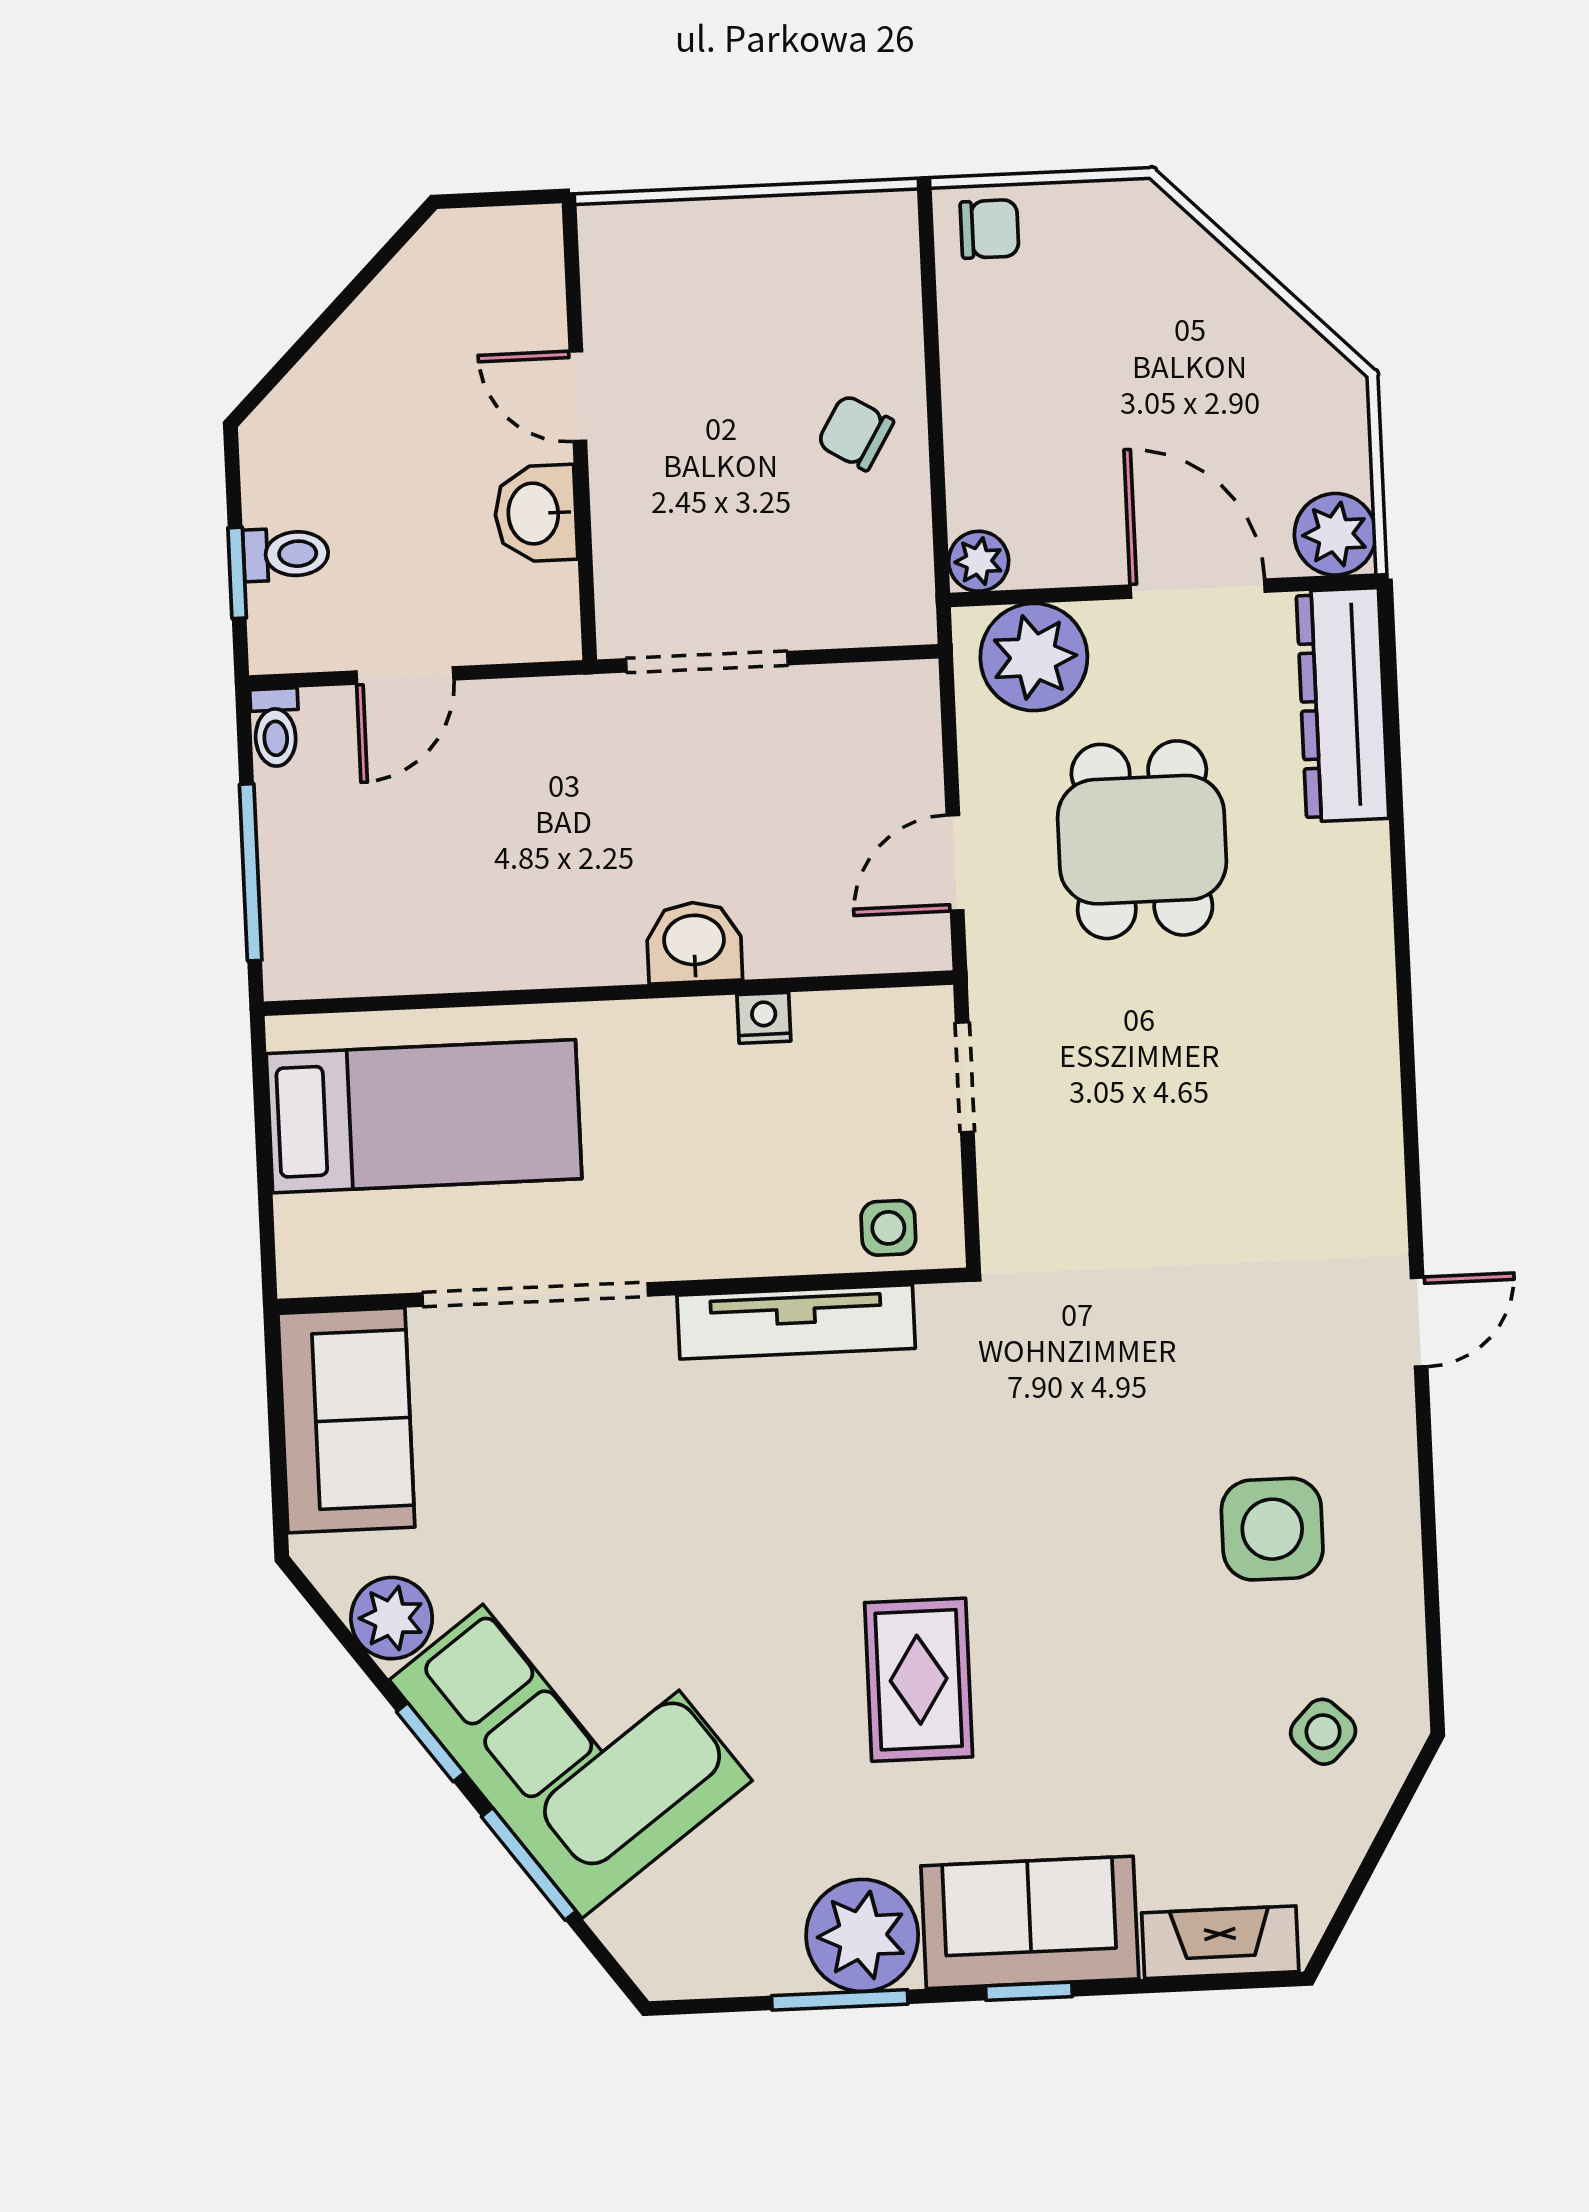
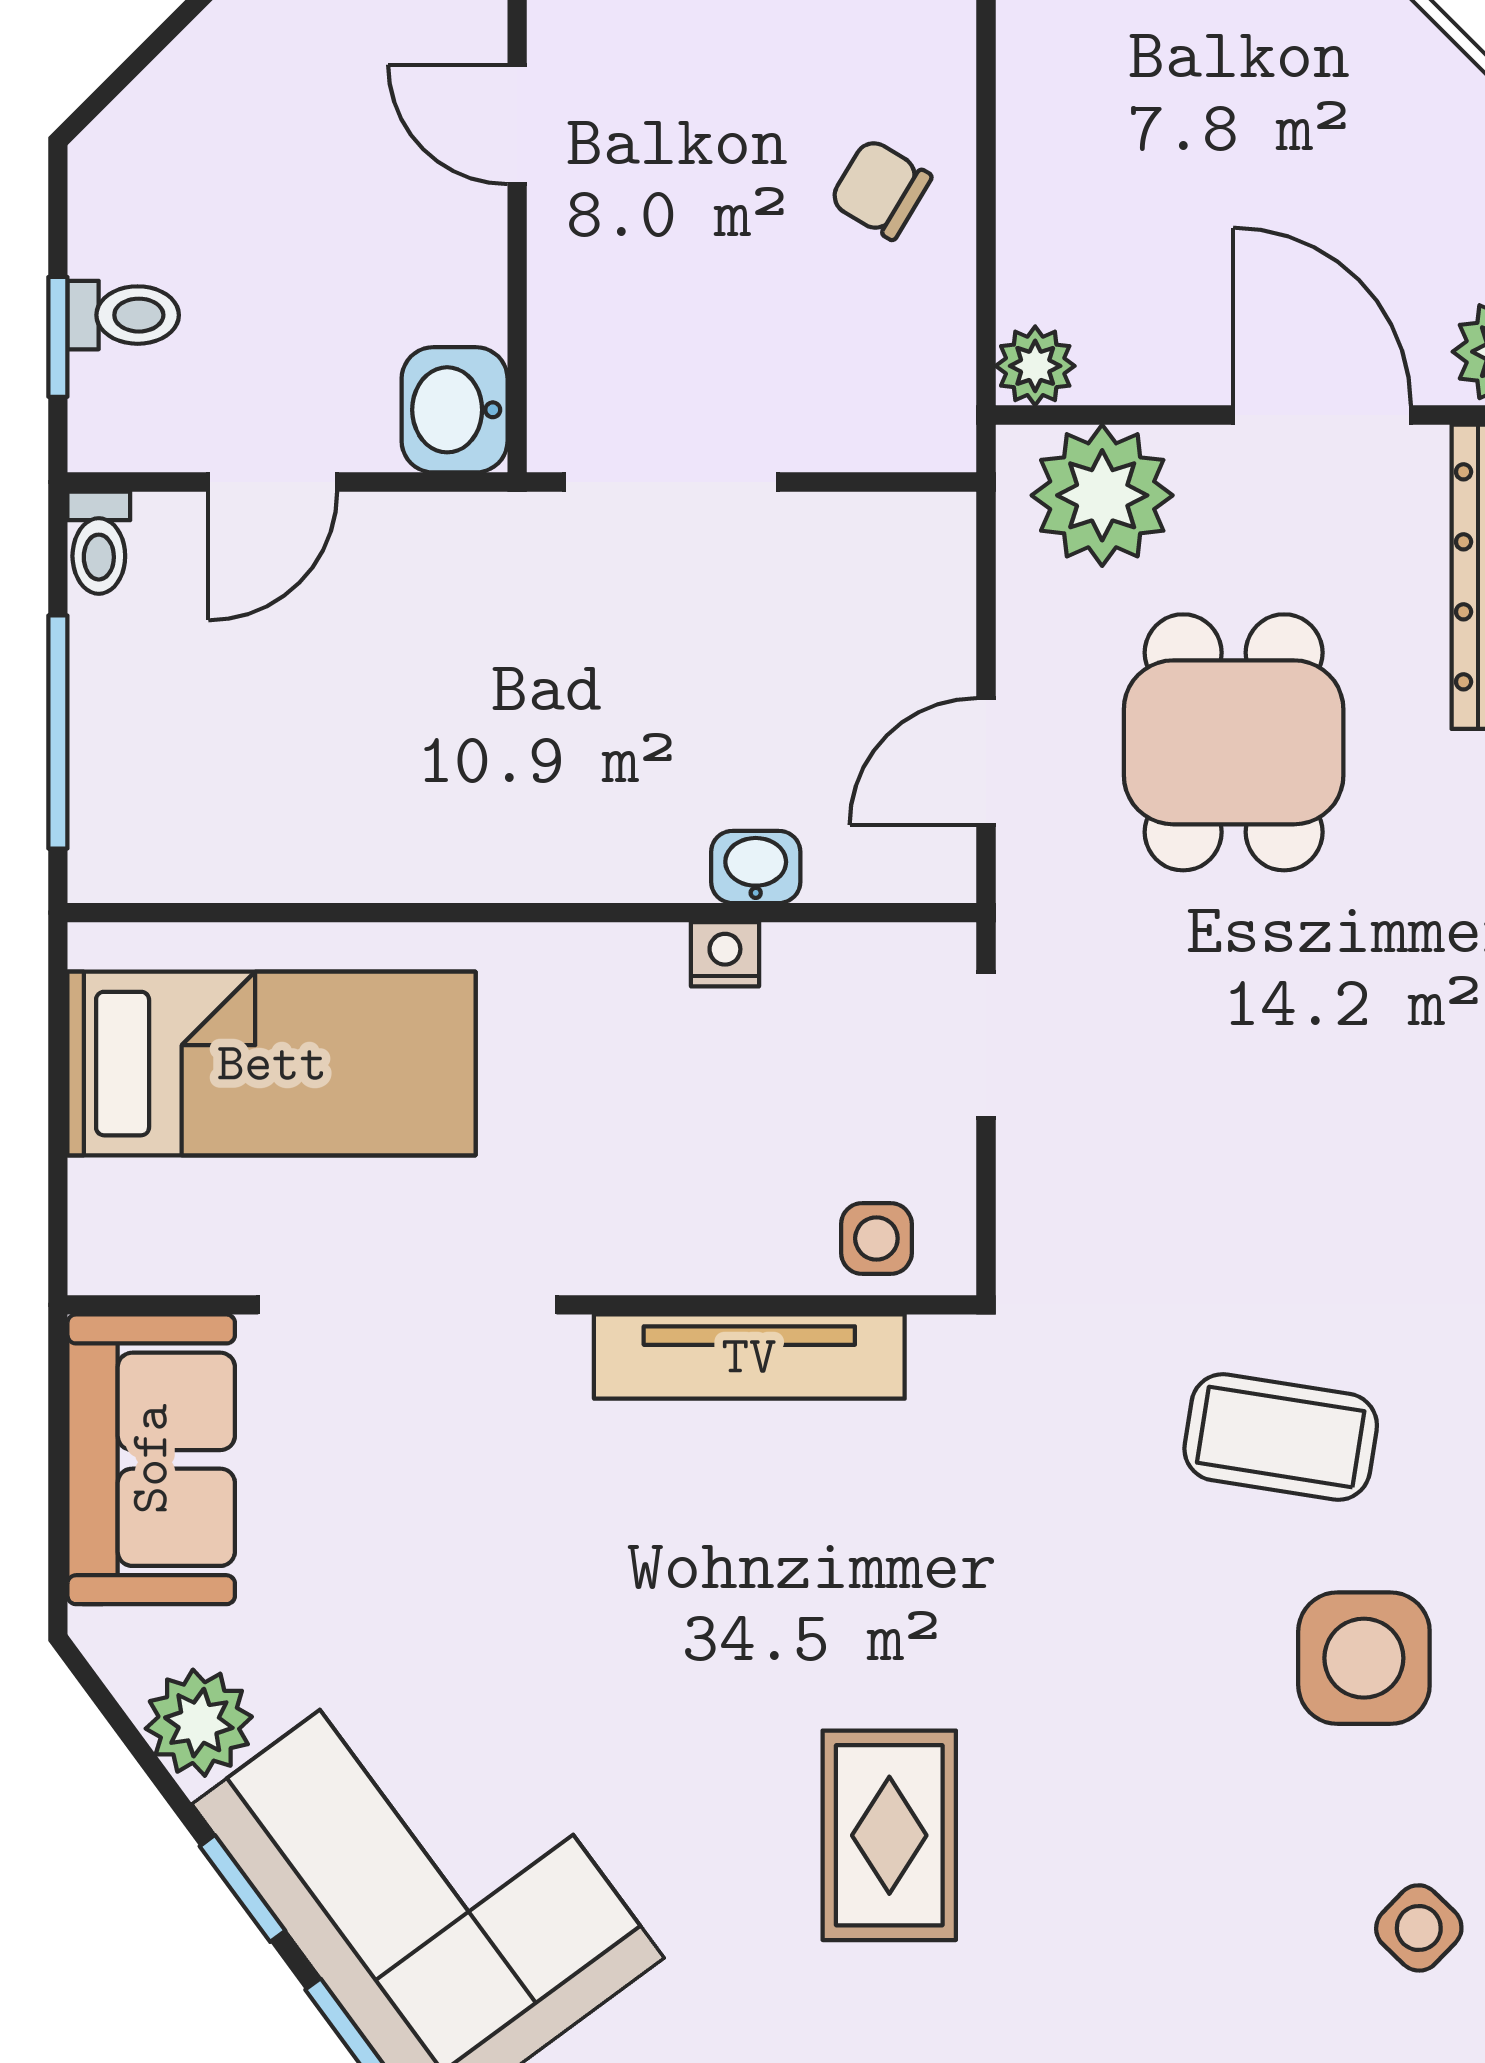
washbasin: (536, 513) -> (455, 410), moved
washbasin: (694, 942) -> (756, 867), moved, width x0.72, depth x0.69
coffee table: (1202, 1364) -> (1281, 1437), added

